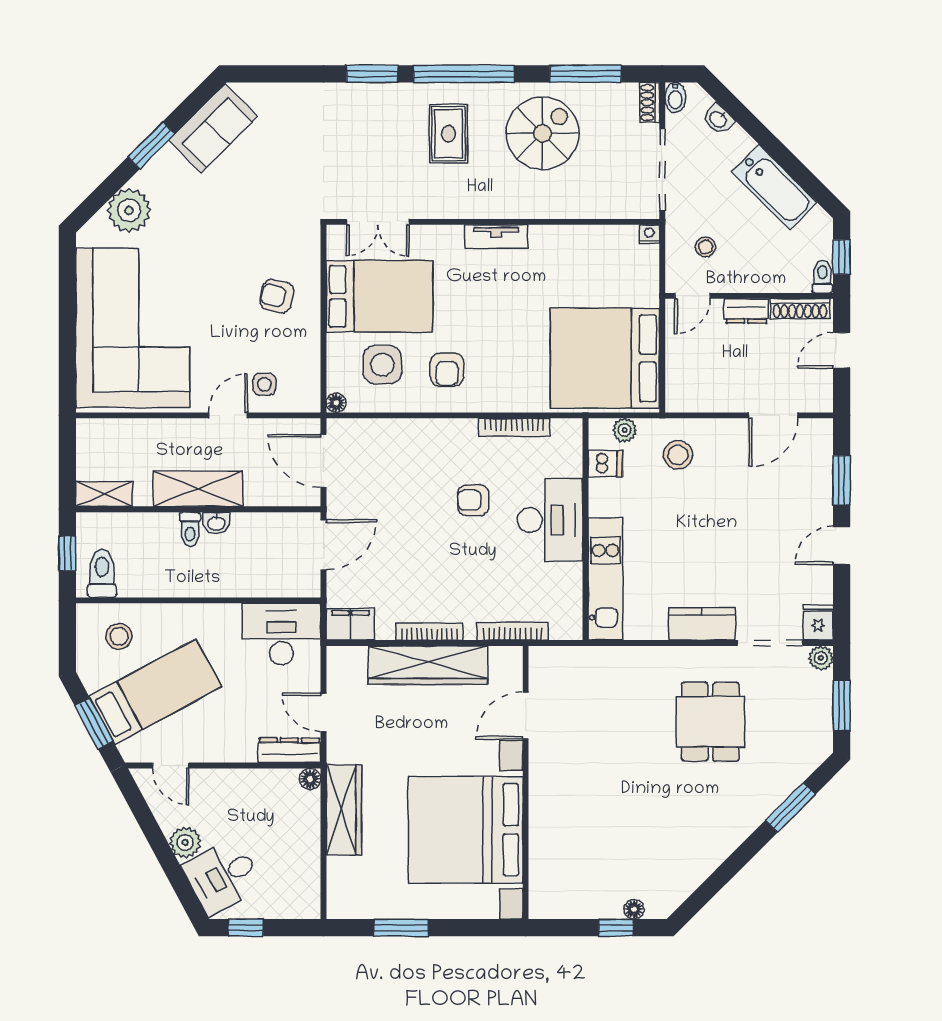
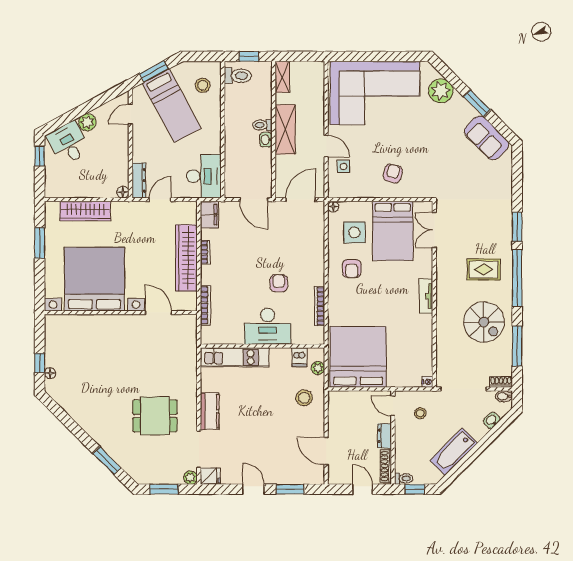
armchair: (447, 370) -> (352, 269), turned -90
bookcase: (429, 632) -> (205, 252), width x0.64
wardrobe: (344, 810) -> (85, 211), moved

